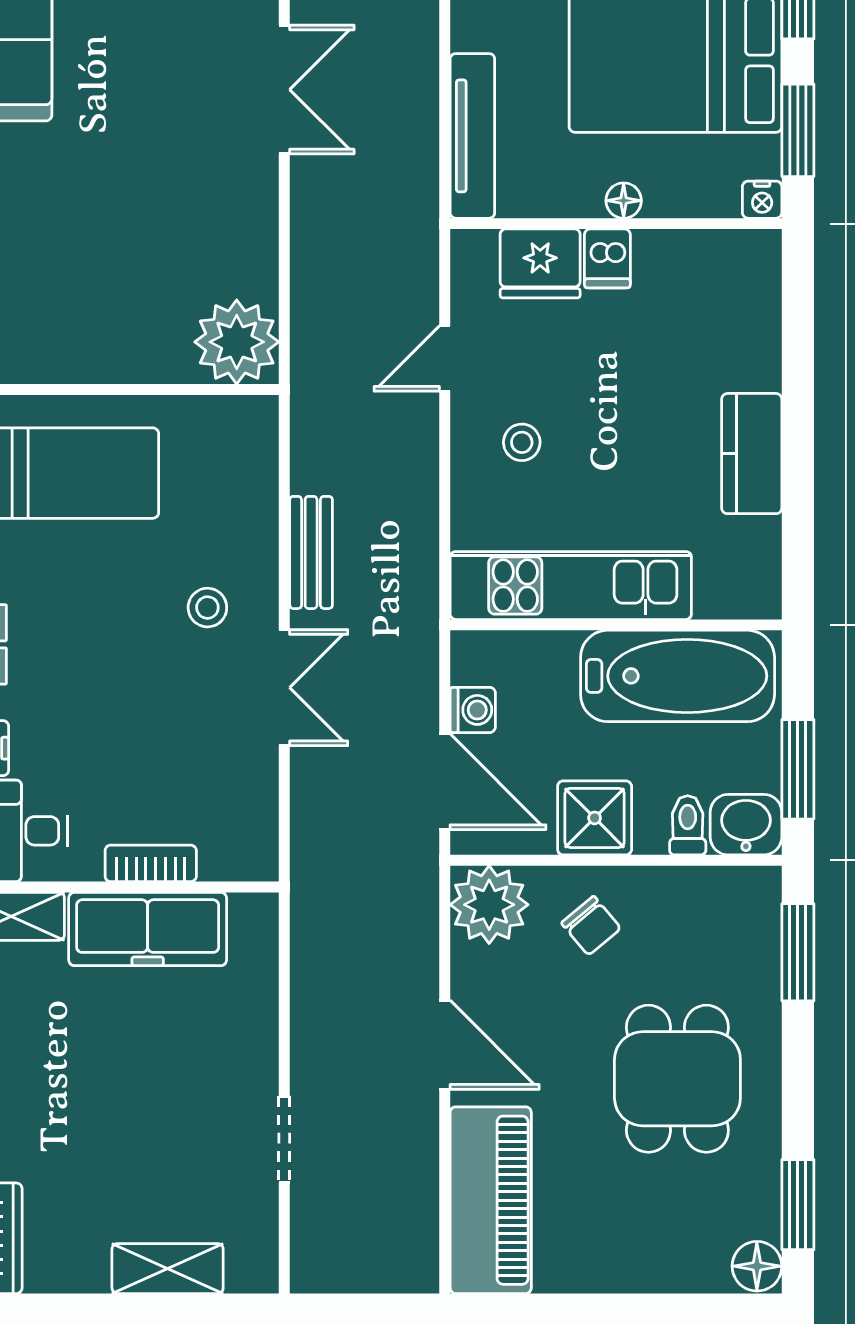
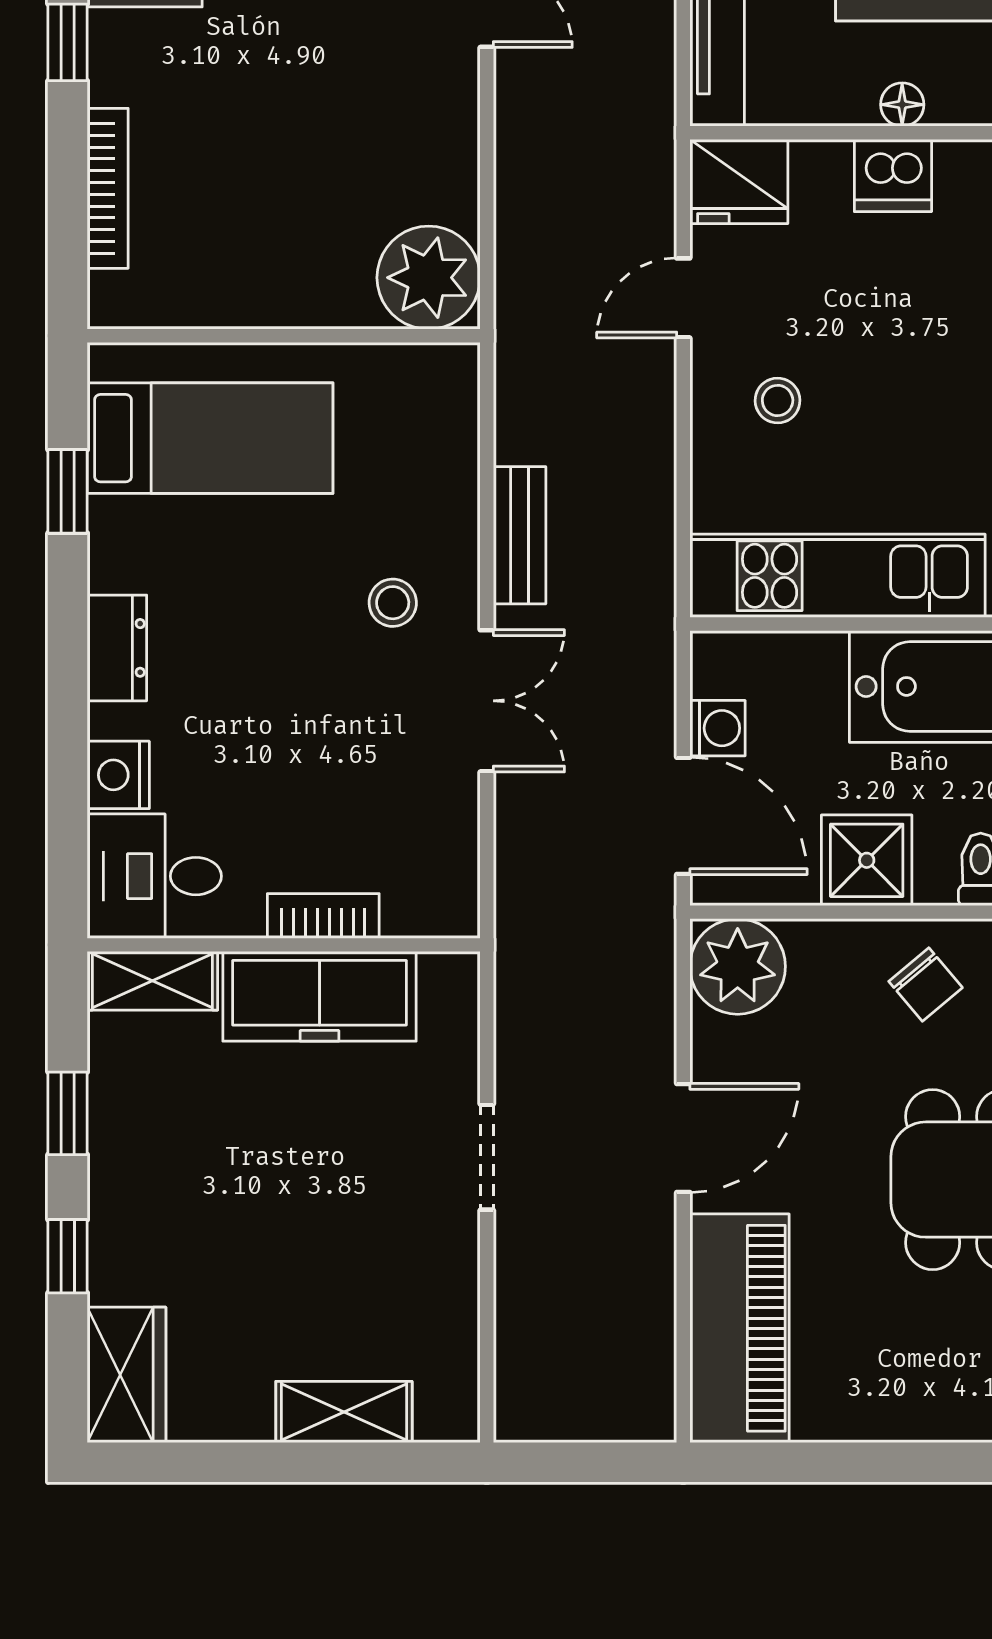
dishwasher: (607, 258) -> (893, 175), width x1.38
fridge: (540, 263) -> (739, 182), moved
chair: (591, 926) -> (926, 985), moved
door: (445, 1045) -> (683, 1138), hinge flipped
doorway: (284, 1140) -> (487, 1157), moved

